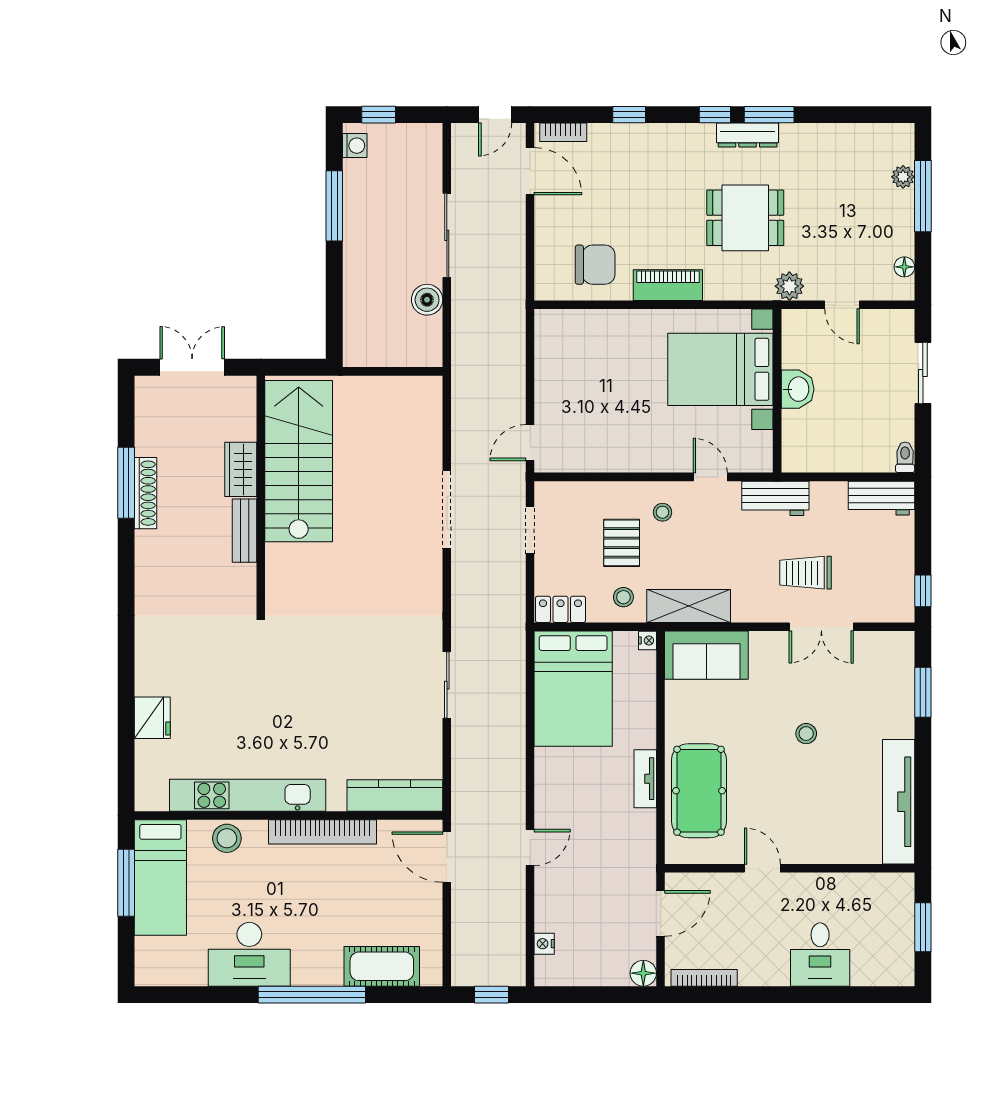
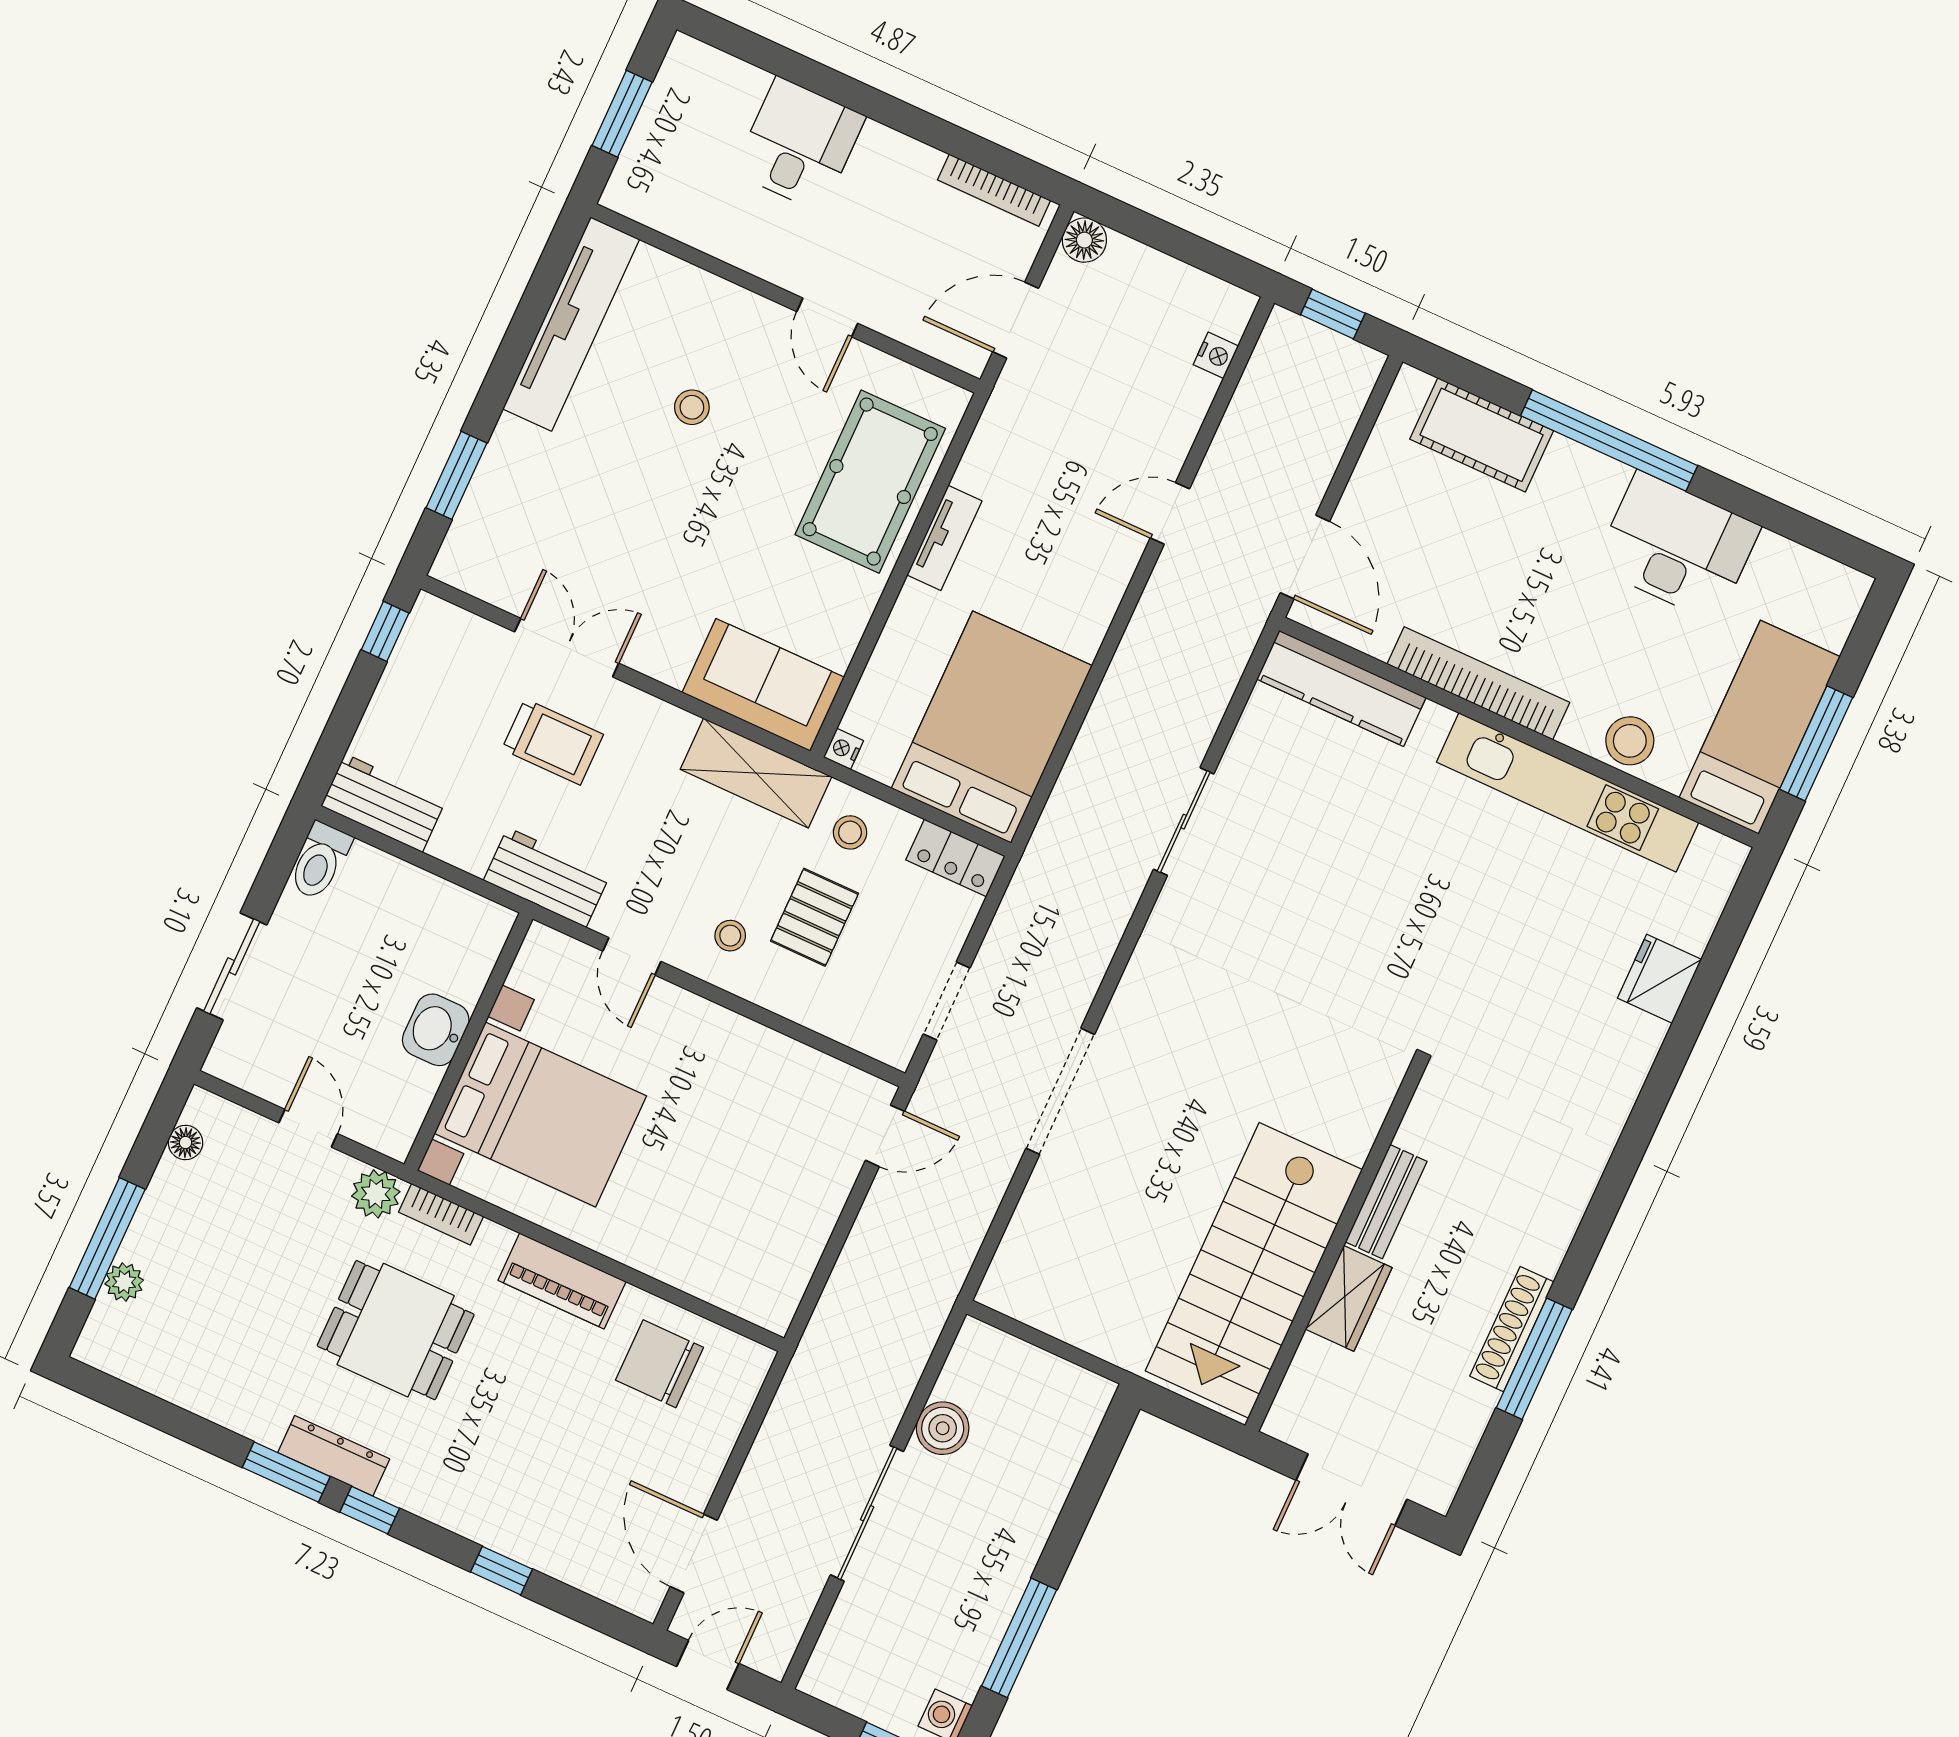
bookcase: (563, 132) -> (441, 1214), moved, turned 180
toilet: (905, 457) -> (320, 861), width x1.37, depth x1.39
stool: (806, 734) -> (692, 407), moved

